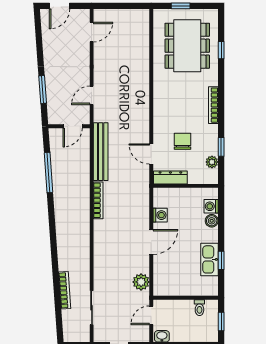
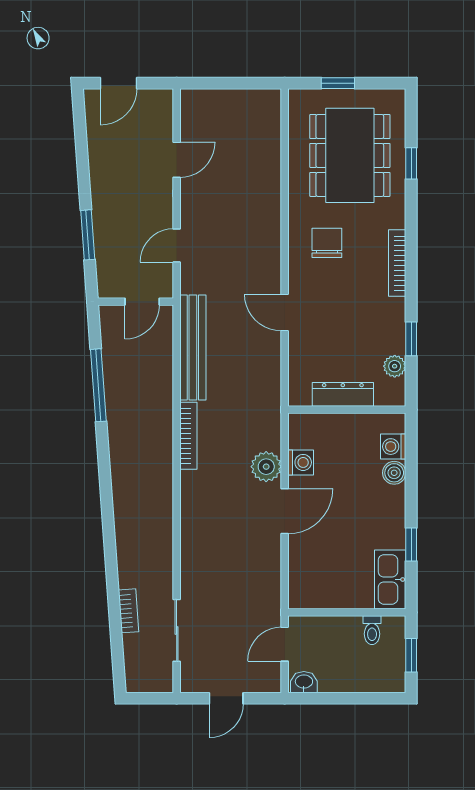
door: (92, 32) -> (177, 160), moved
chair: (183, 141) -> (327, 243), moved
door: (151, 154) -> (285, 312), moved
dresser: (170, 178) -> (343, 394), moved
kitchen sink: (209, 259) -> (390, 579), moved
plant: (141, 282) -> (266, 467), moved
bookcase: (65, 290) -> (129, 611), width x0.64

